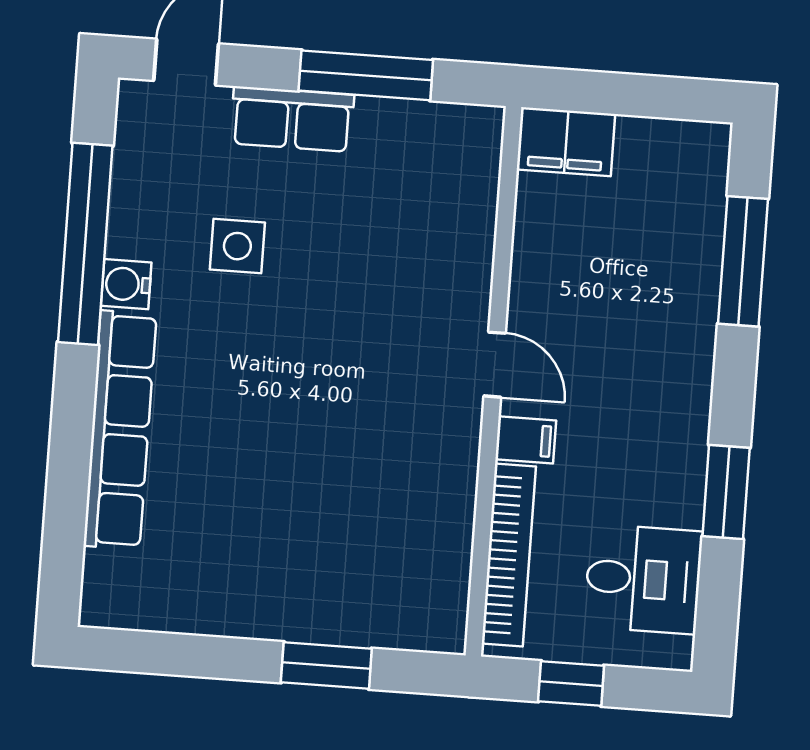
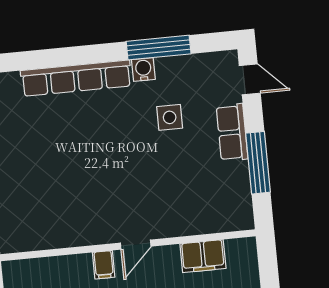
filing cabinet: (566, 142) -> (203, 256), moved, turned -90
window: (85, 244) -> (159, 48), width x0.68
bookcase: (509, 555) -> (50, 266), removed

